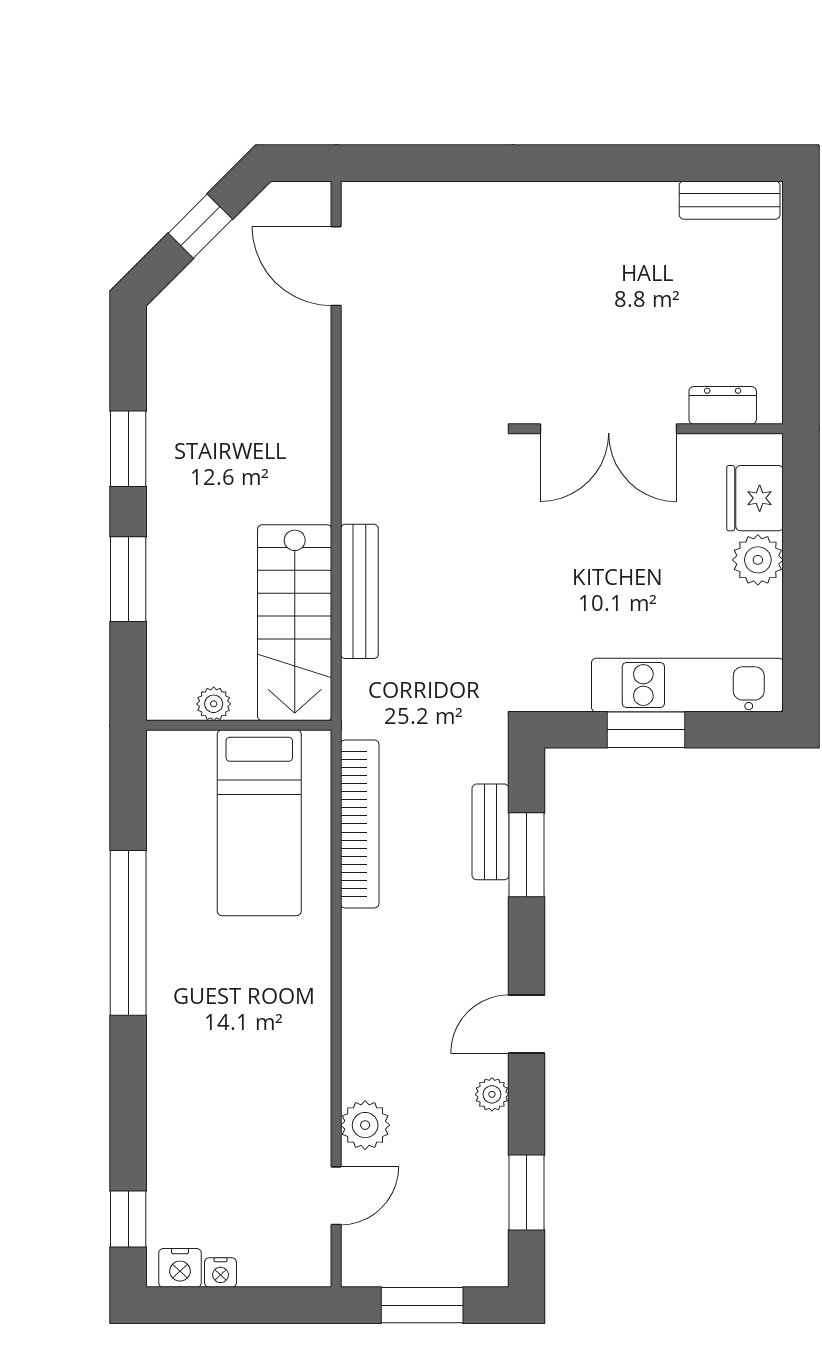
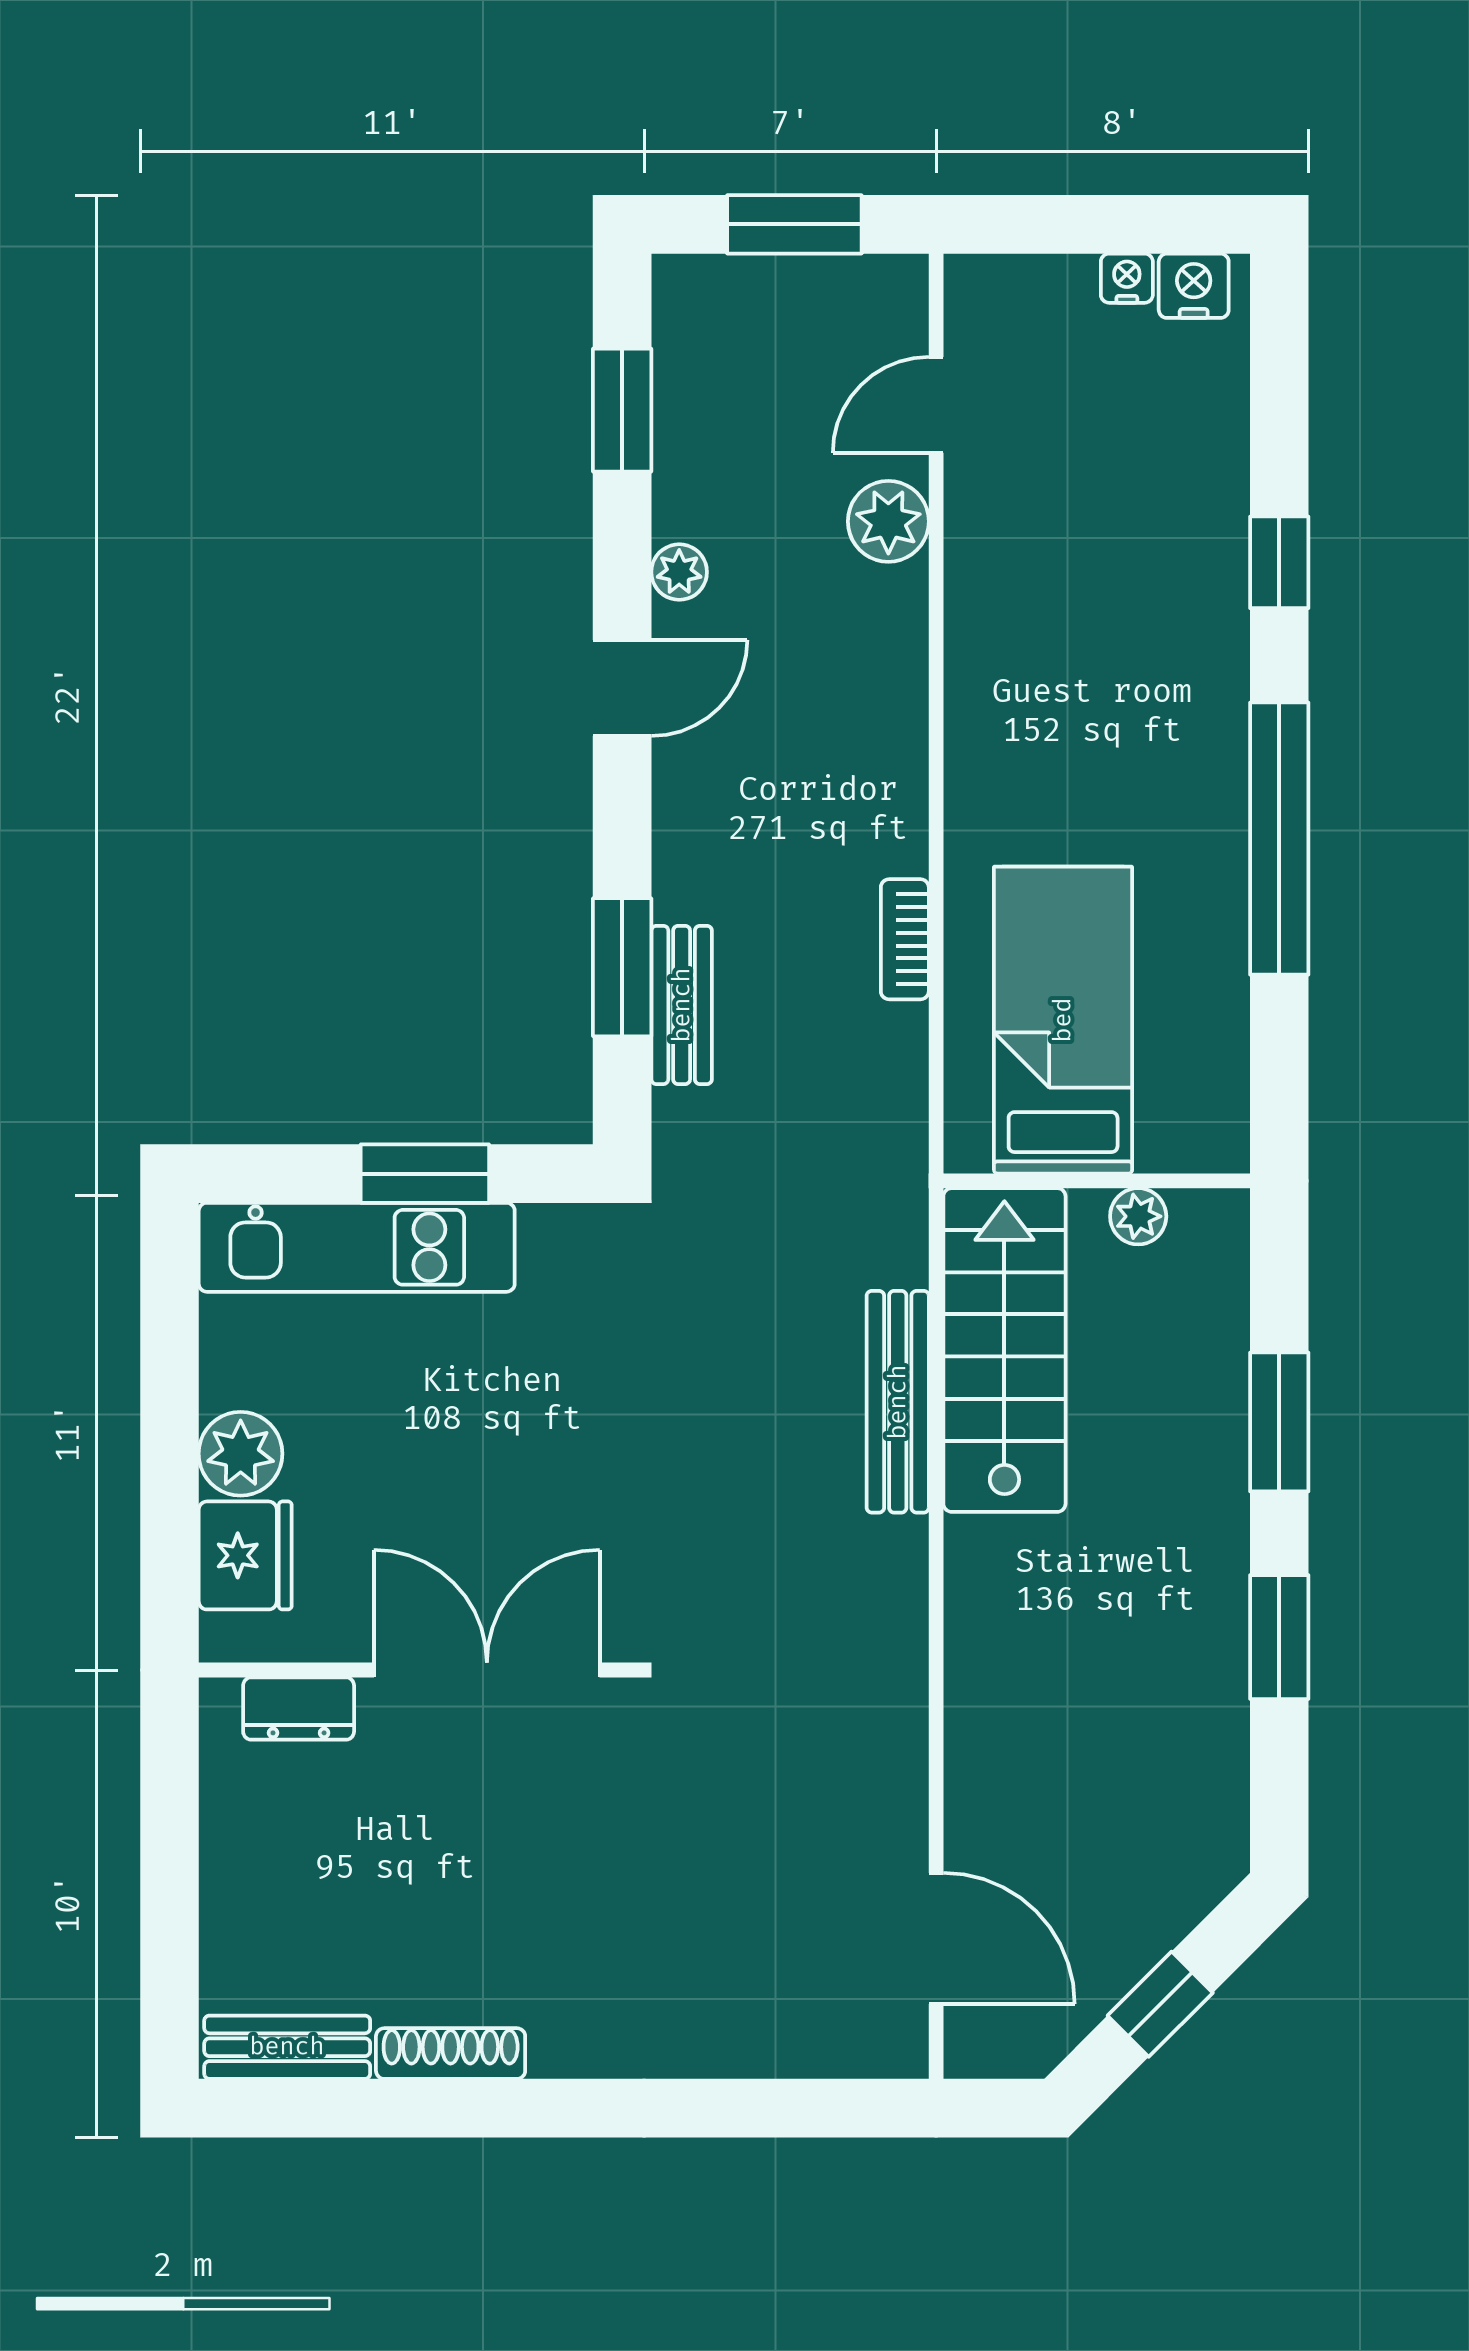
shoe rack: (630, 196) -> (451, 2054), added
bookcase: (360, 824) -> (905, 939), width x0.43, depth x0.76
window: (128, 1219) -> (1279, 562), moved

